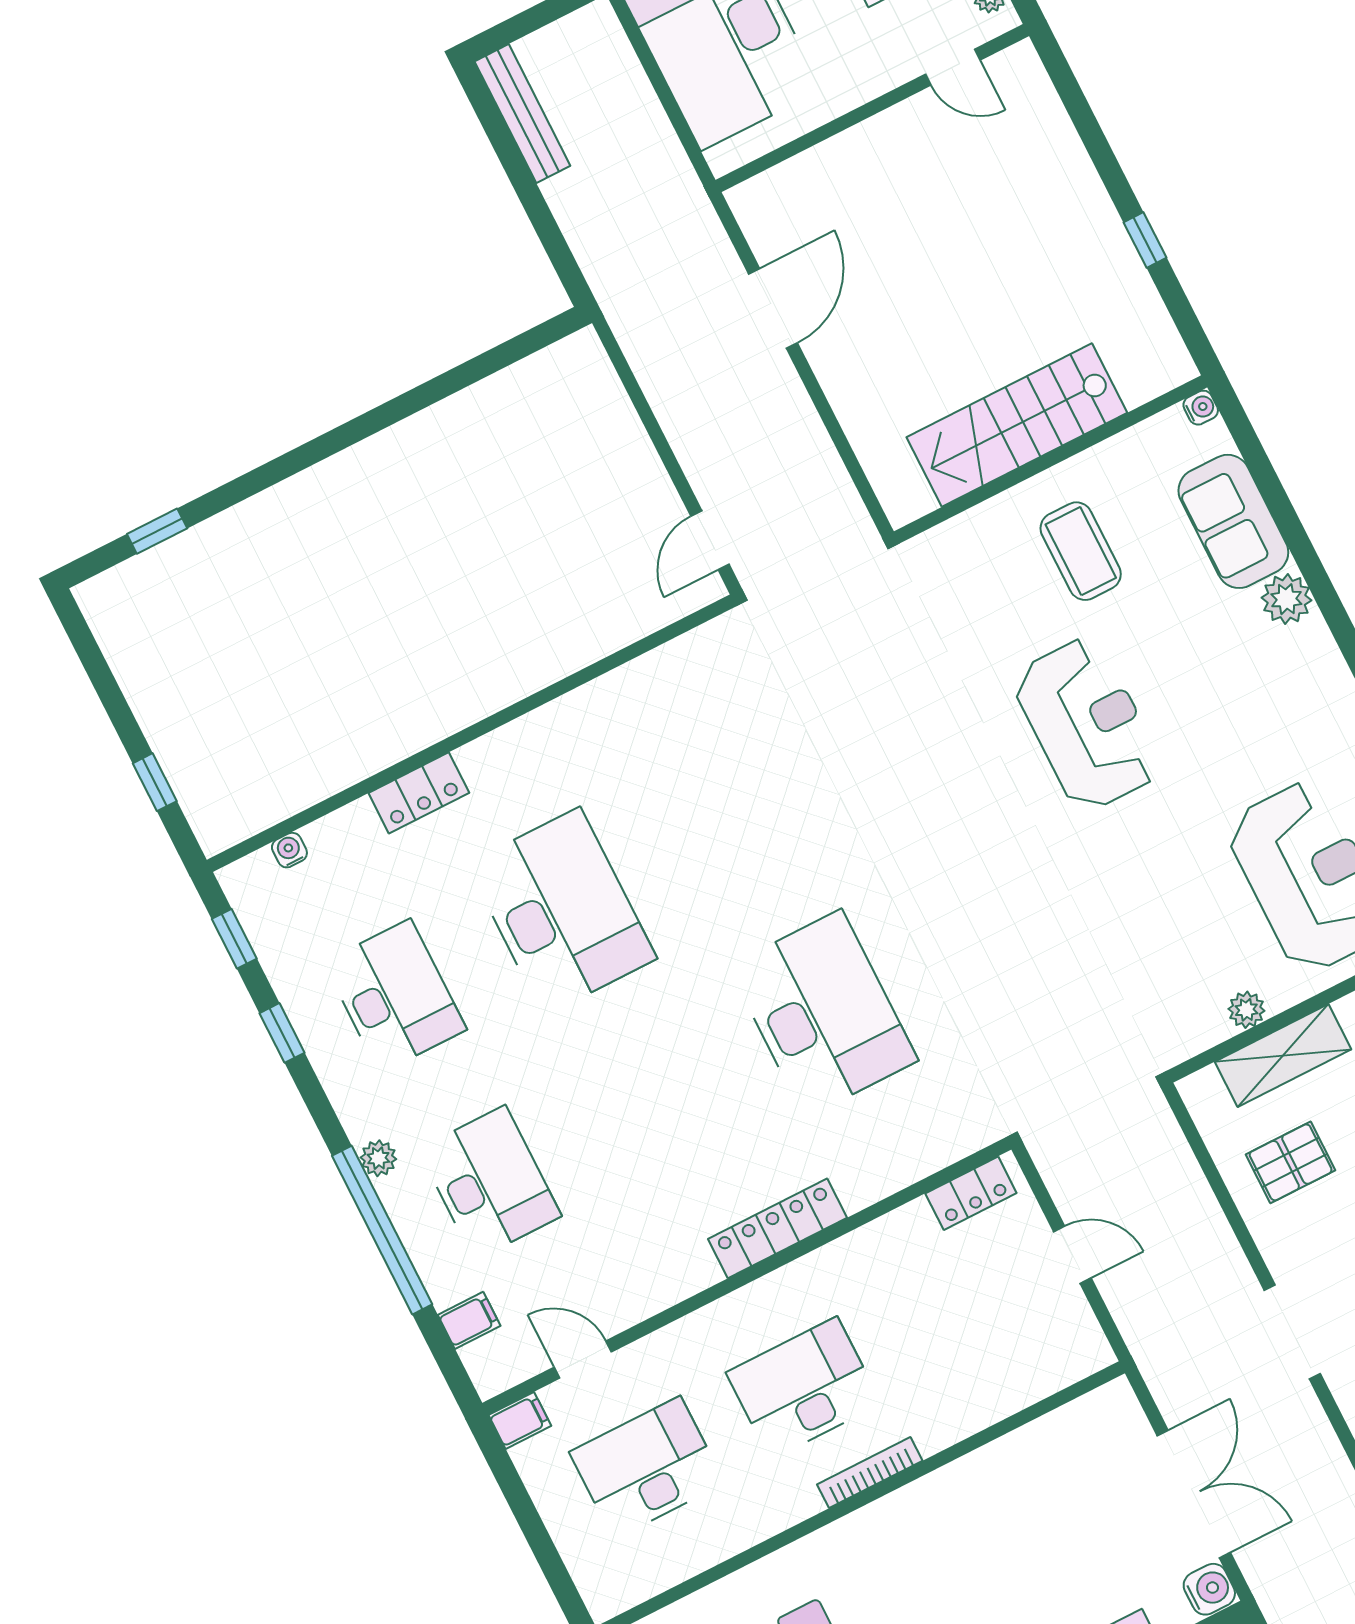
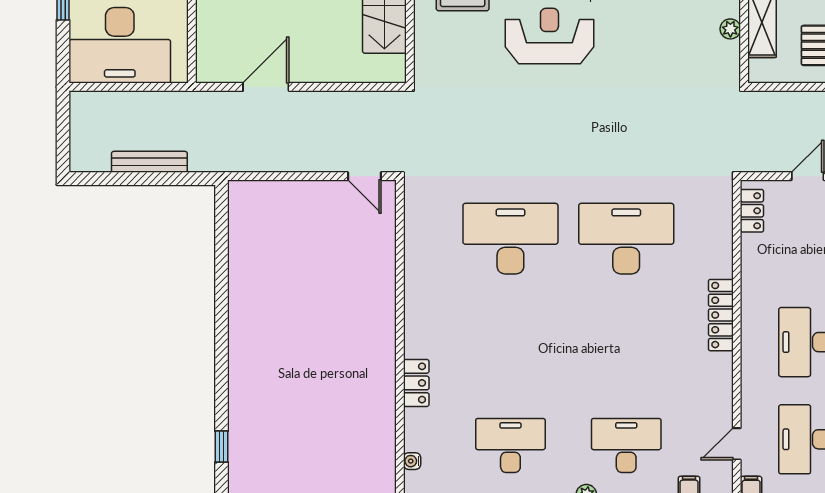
bench: (522, 114) -> (149, 162), moved
door: (773, 308) -> (266, 87), hinge flipped
desk: (562, 911) -> (510, 239), moved

